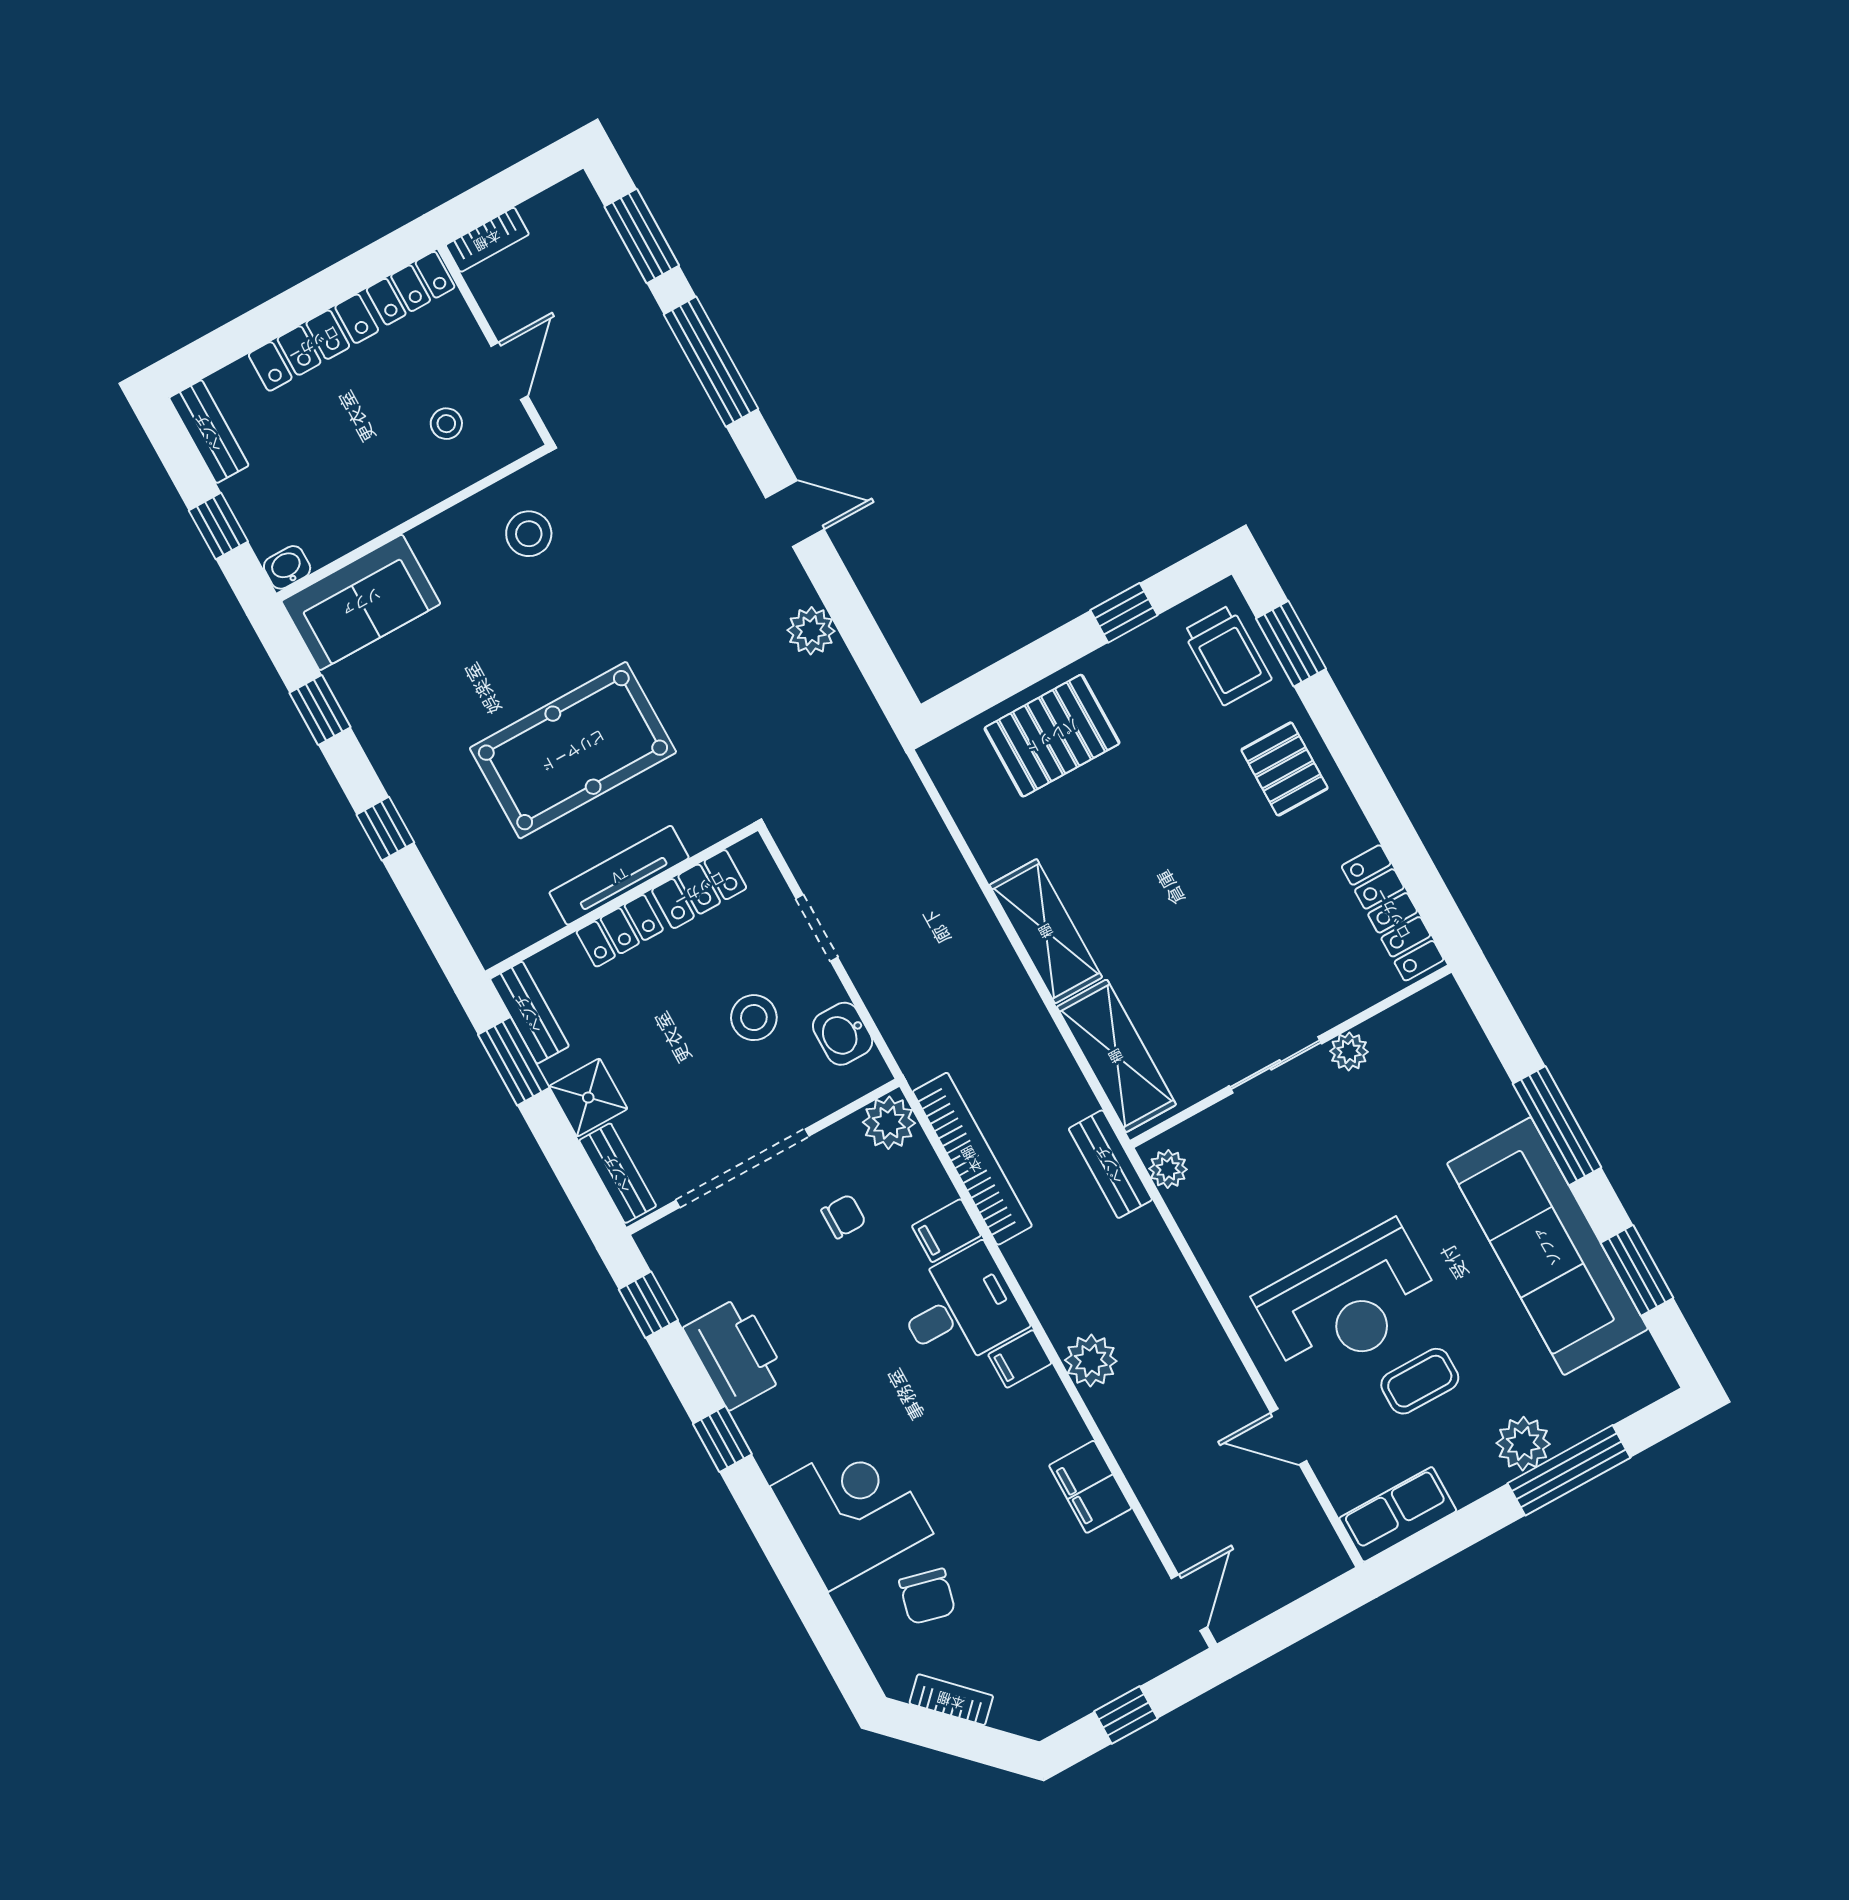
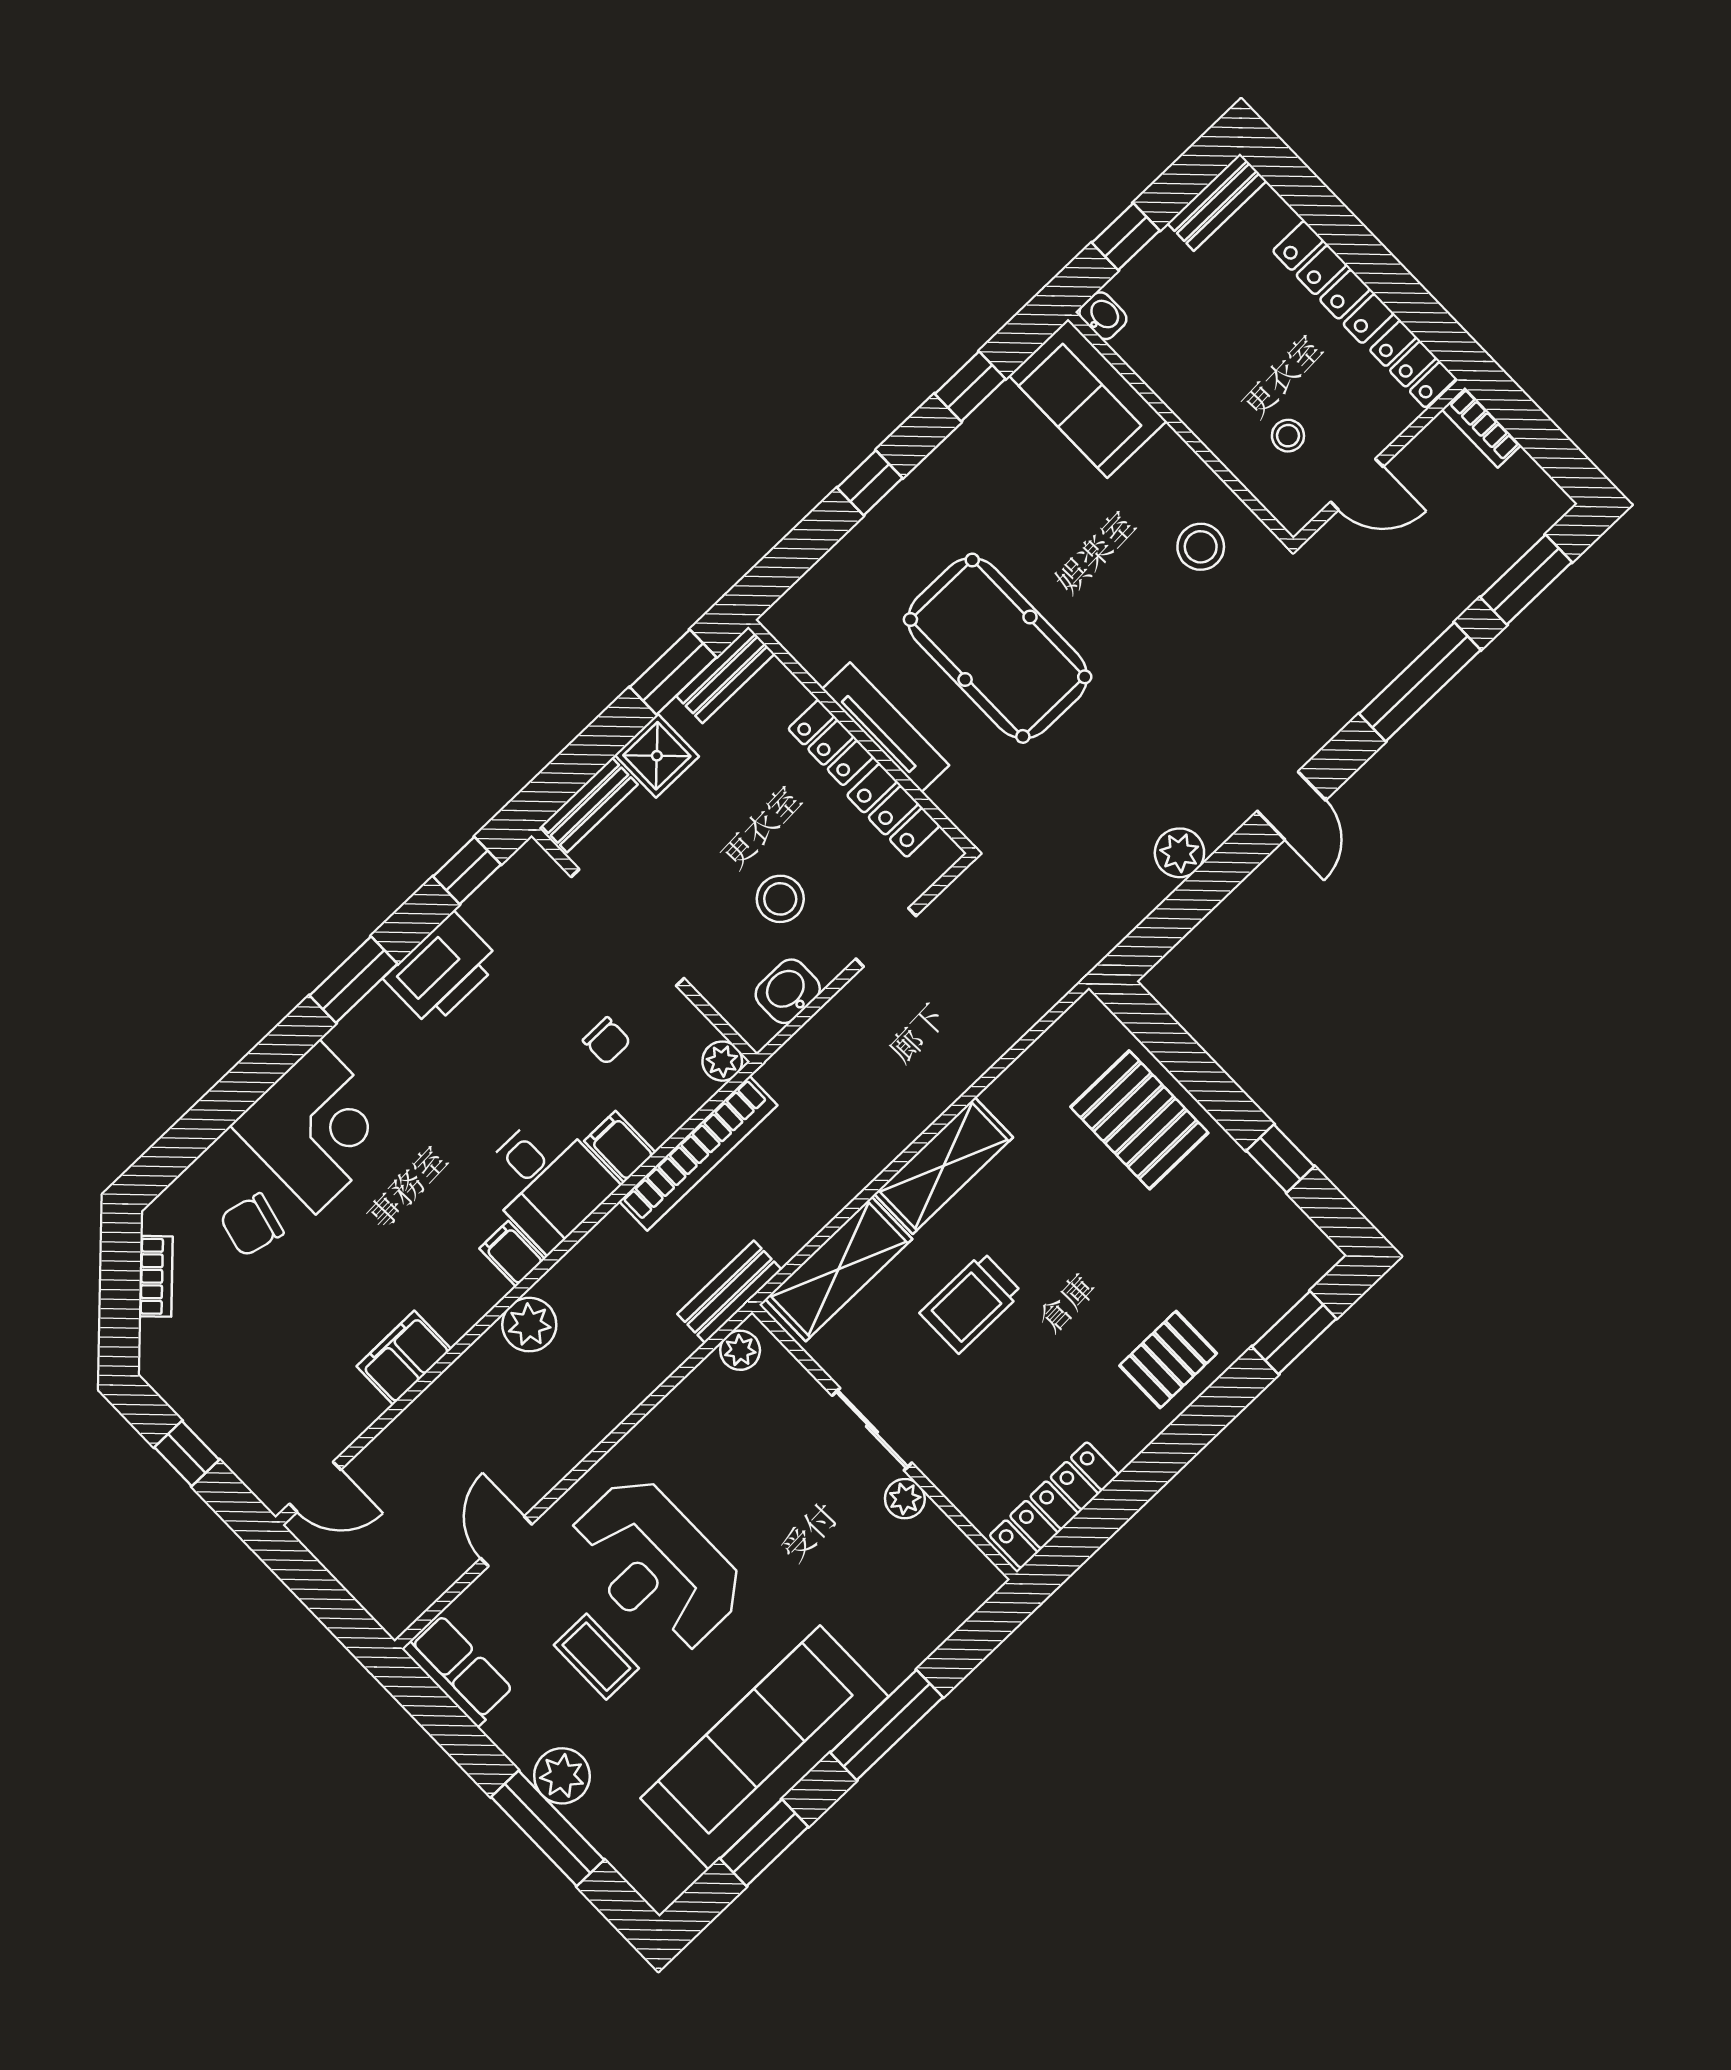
trolley: (1227, 655) -> (971, 1303), moved
plant: (889, 1123) -> (722, 1061), width x0.73, depth x0.73
window: (722, 1439) -> (354, 980), width x1.50

